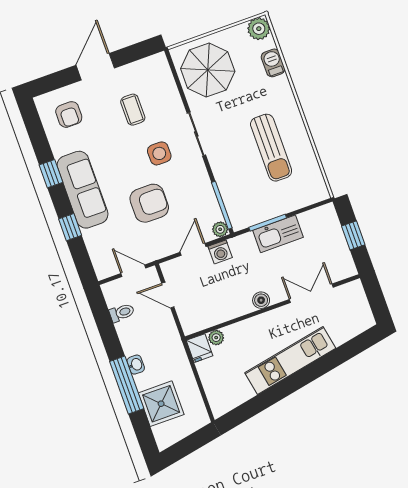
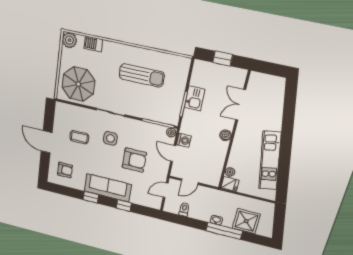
armchair: (149, 203) -> (134, 160), turned 90
kitchen sink: (278, 234) -> (195, 98), width x0.73
kitchen unit: (290, 360) -> (270, 161), moved

